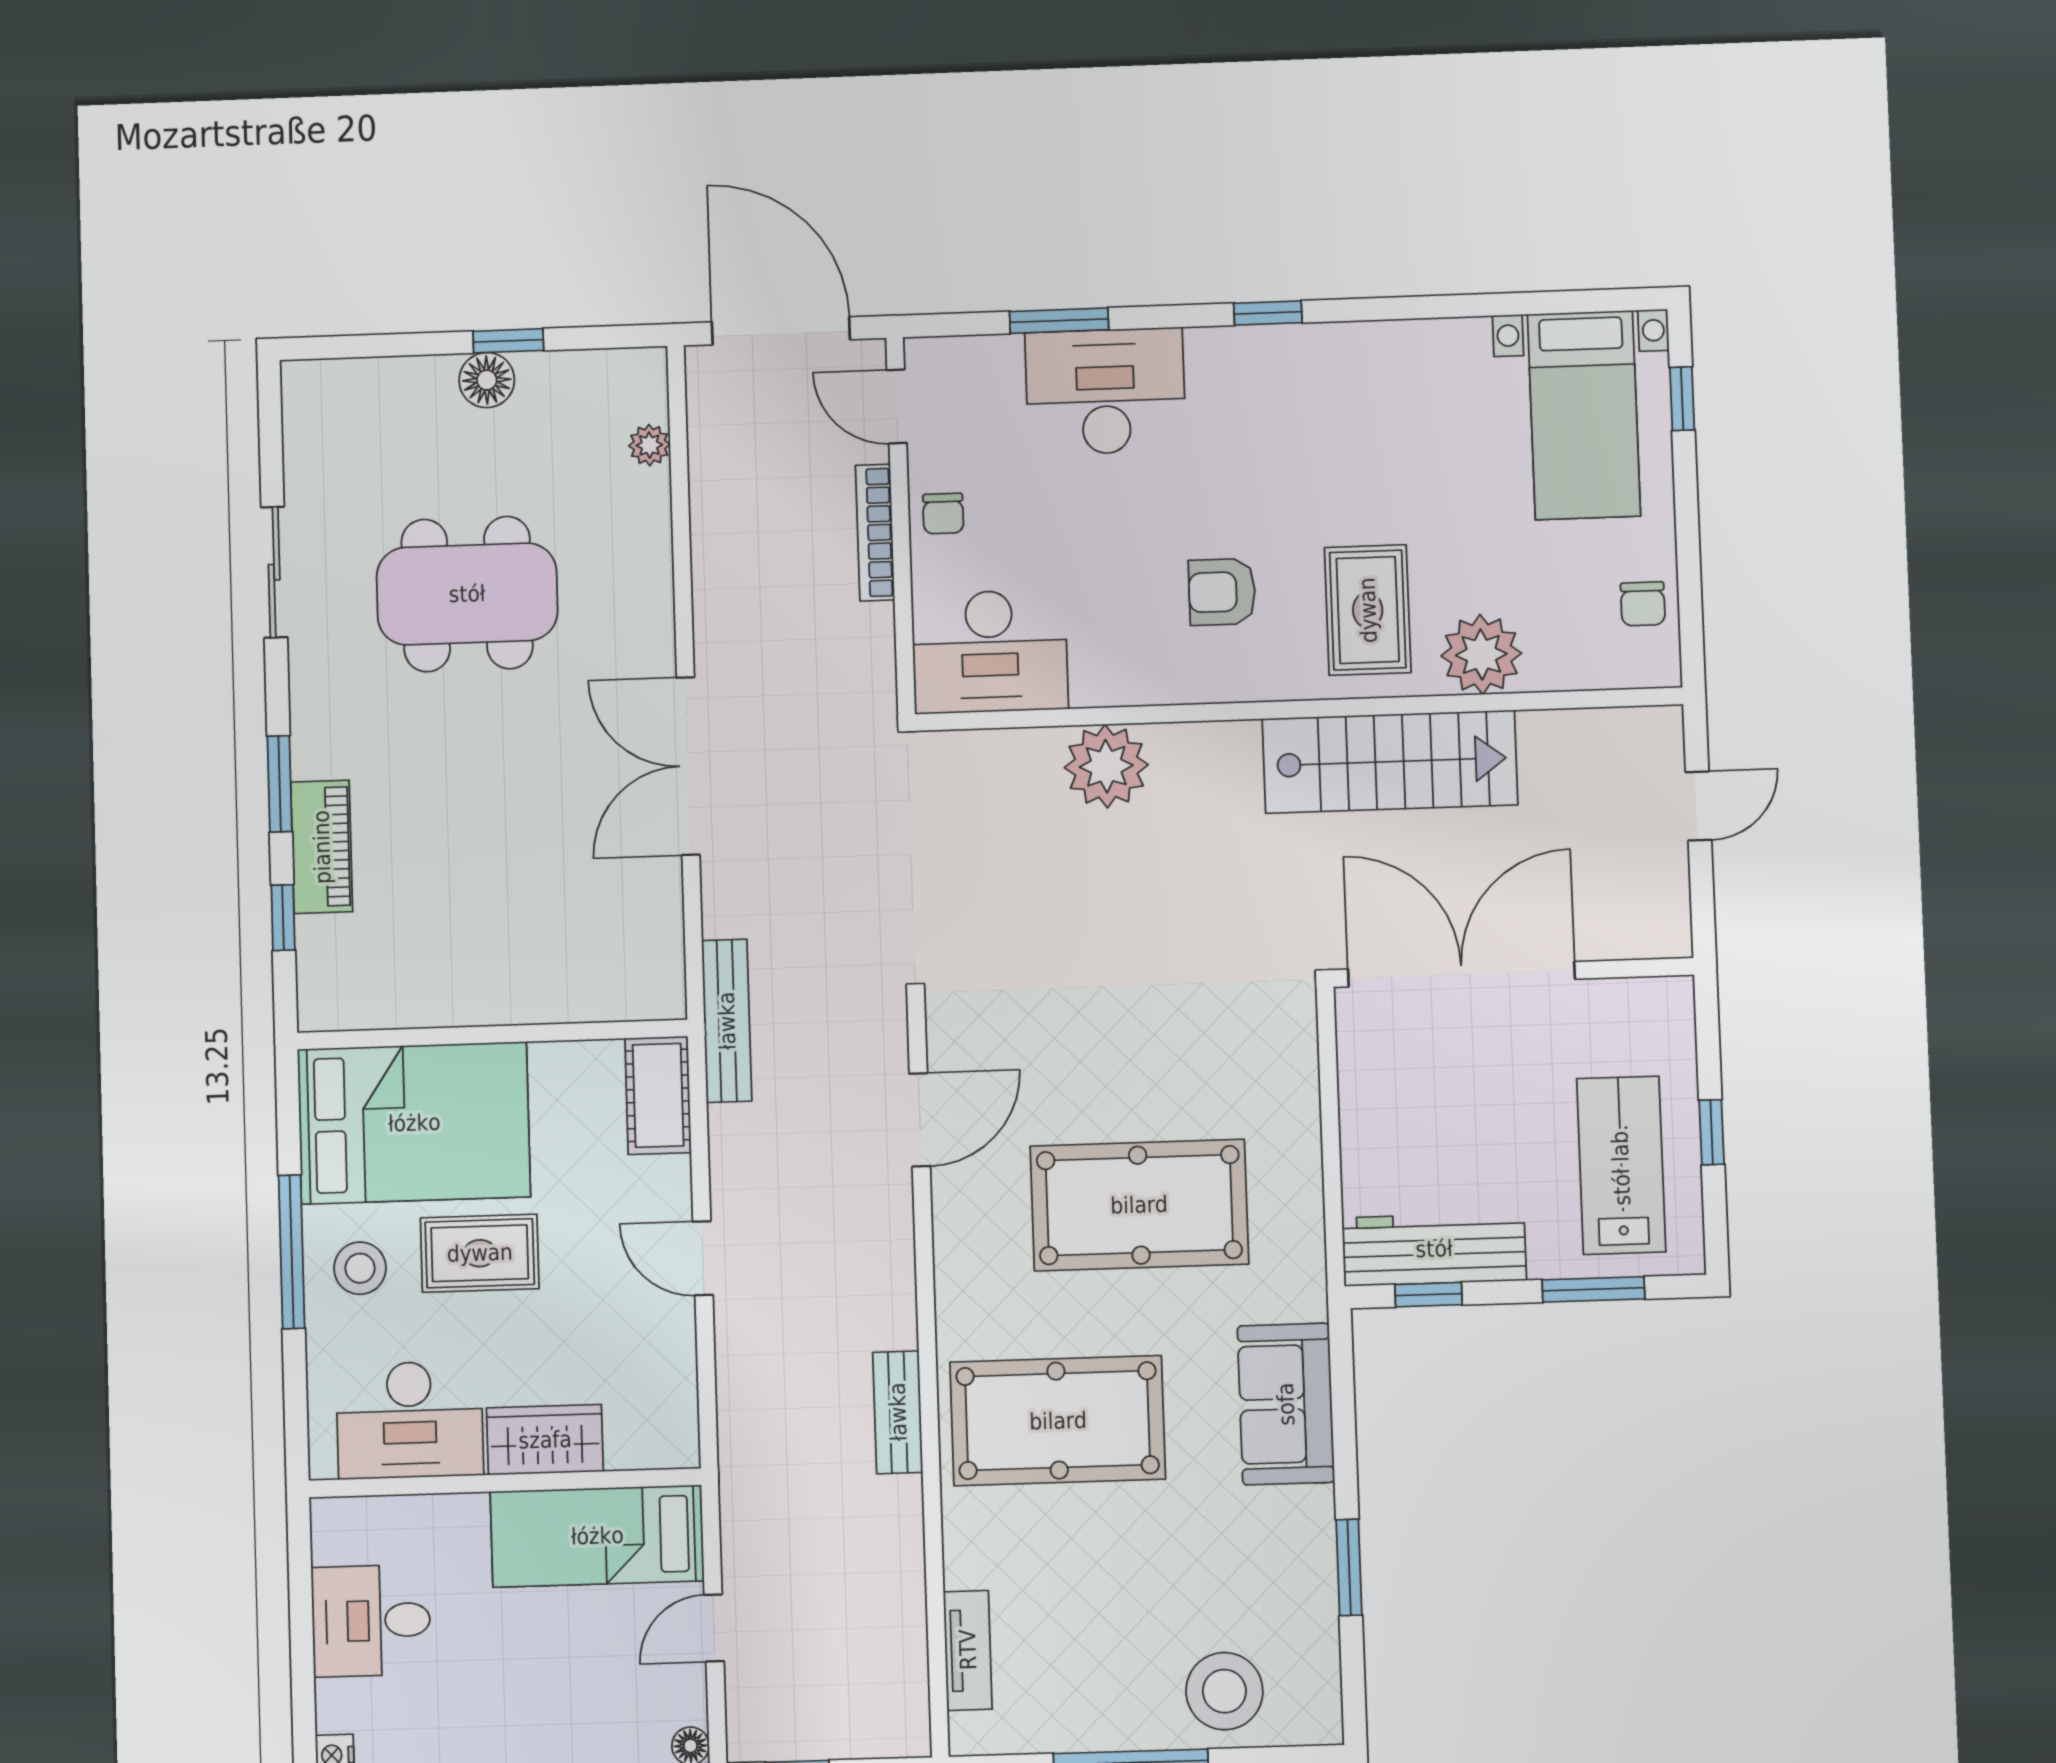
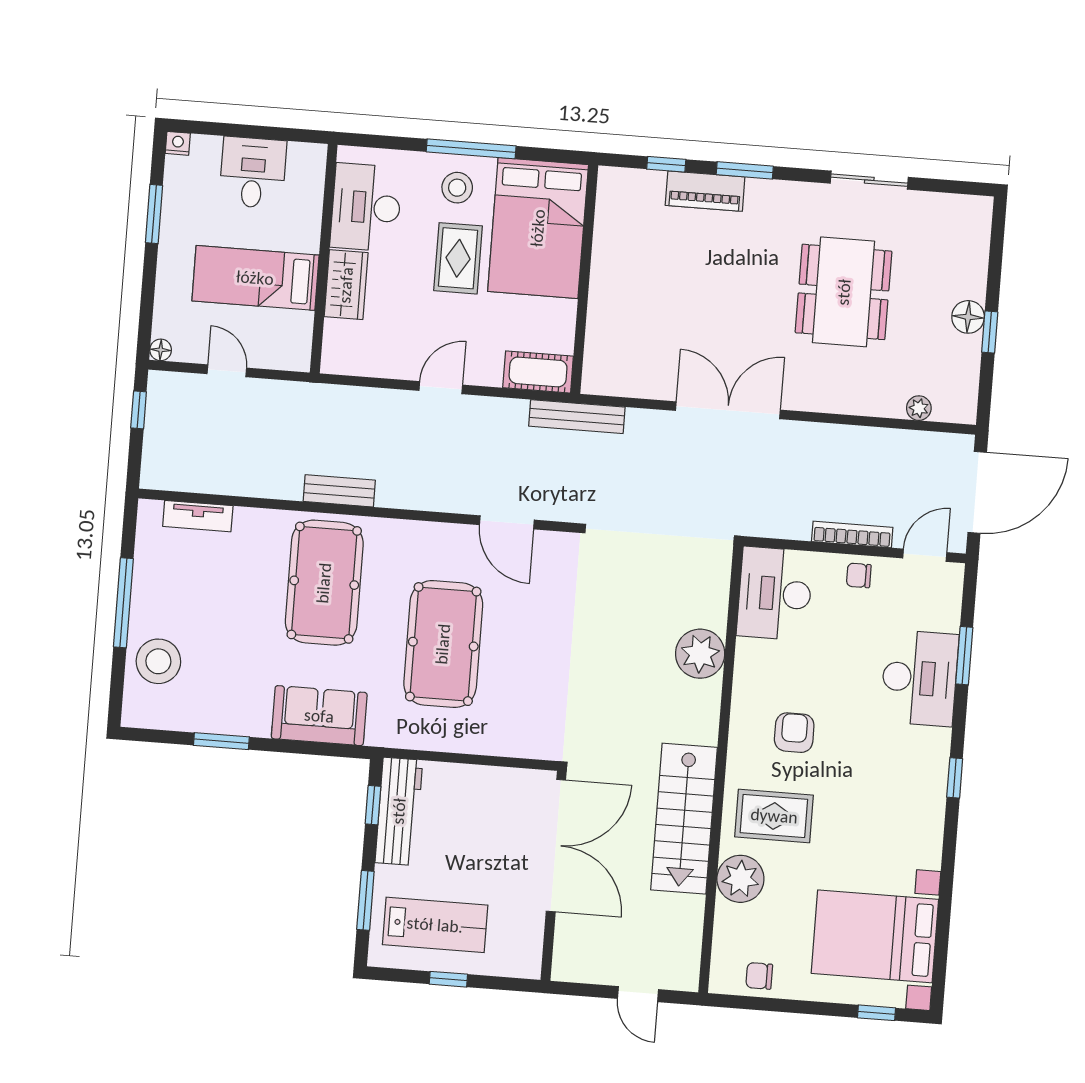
bed with nightstands: (1584, 415) -> (875, 936), width x1.36
bed: (597, 1536) -> (255, 278), moved, turned -90

